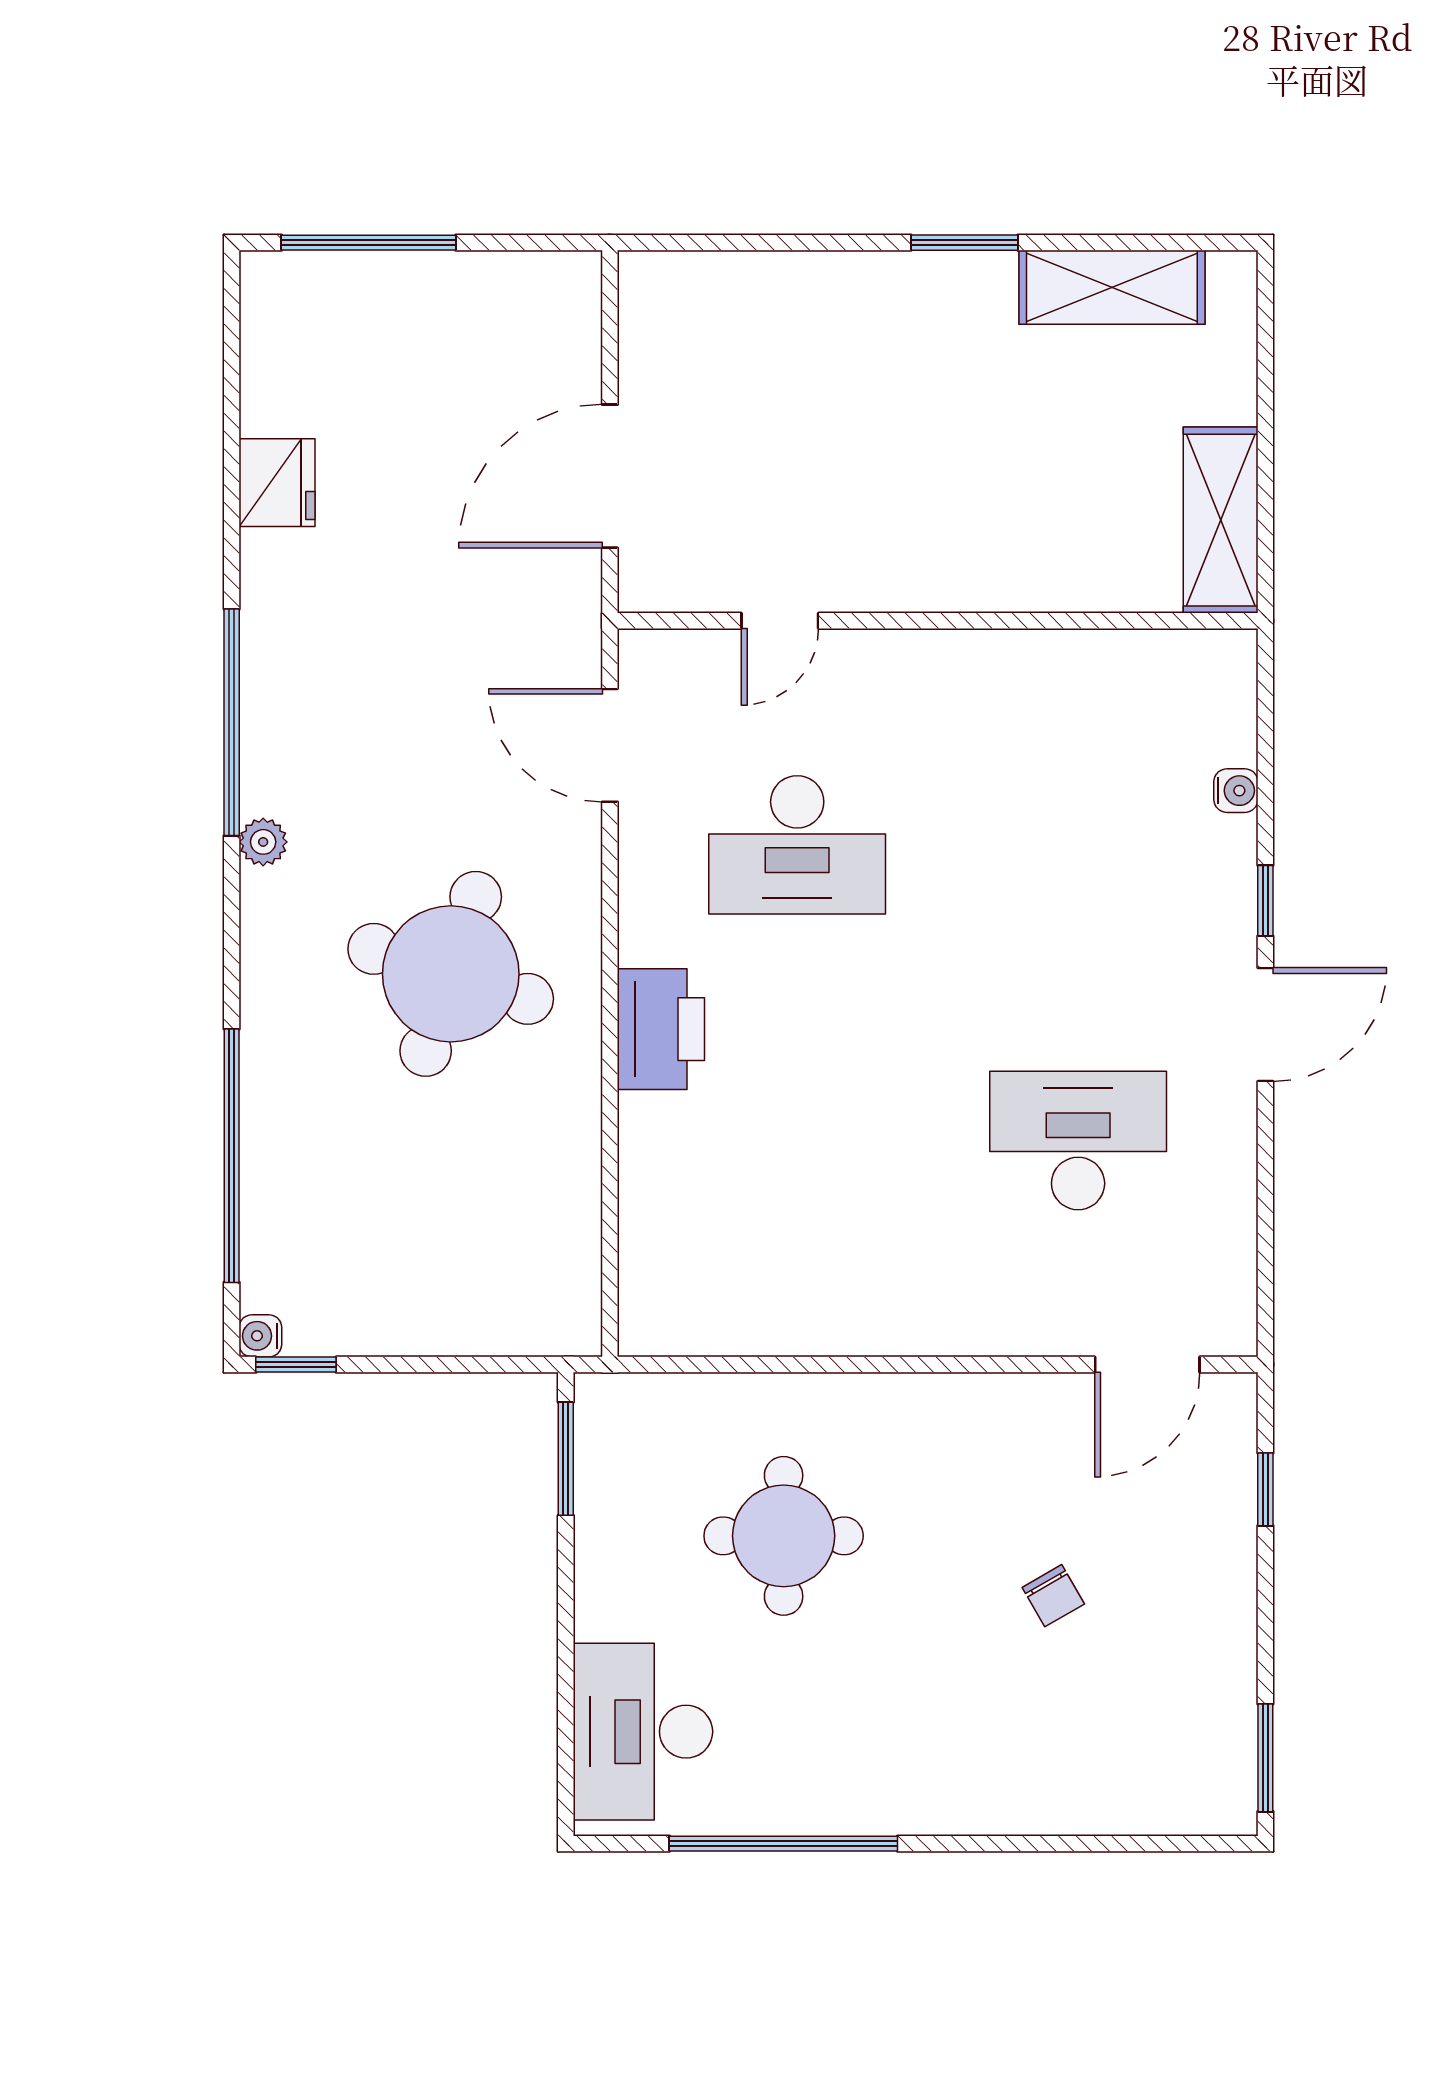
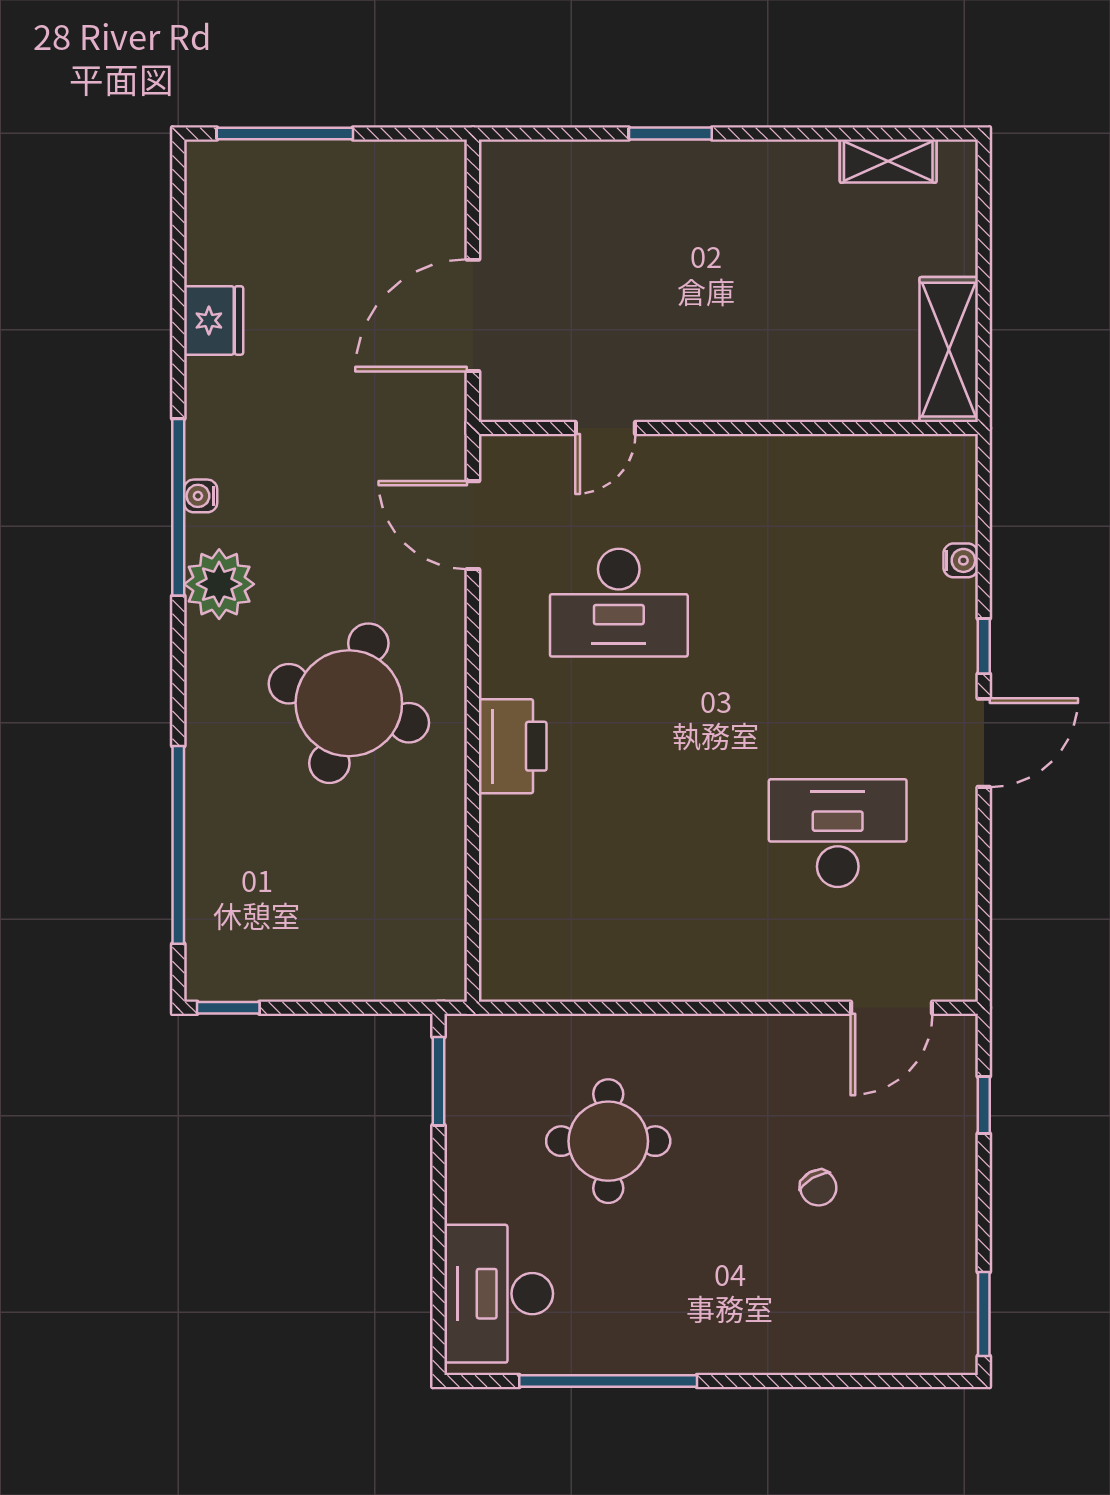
window: (964, 243) -> (670, 133), moved
shelving: (1112, 287) -> (888, 161), width x0.67, depth x0.75
plant: (263, 842) -> (219, 584), width x1.88, depth x1.88
water cooler: (260, 1336) -> (201, 496), moved

